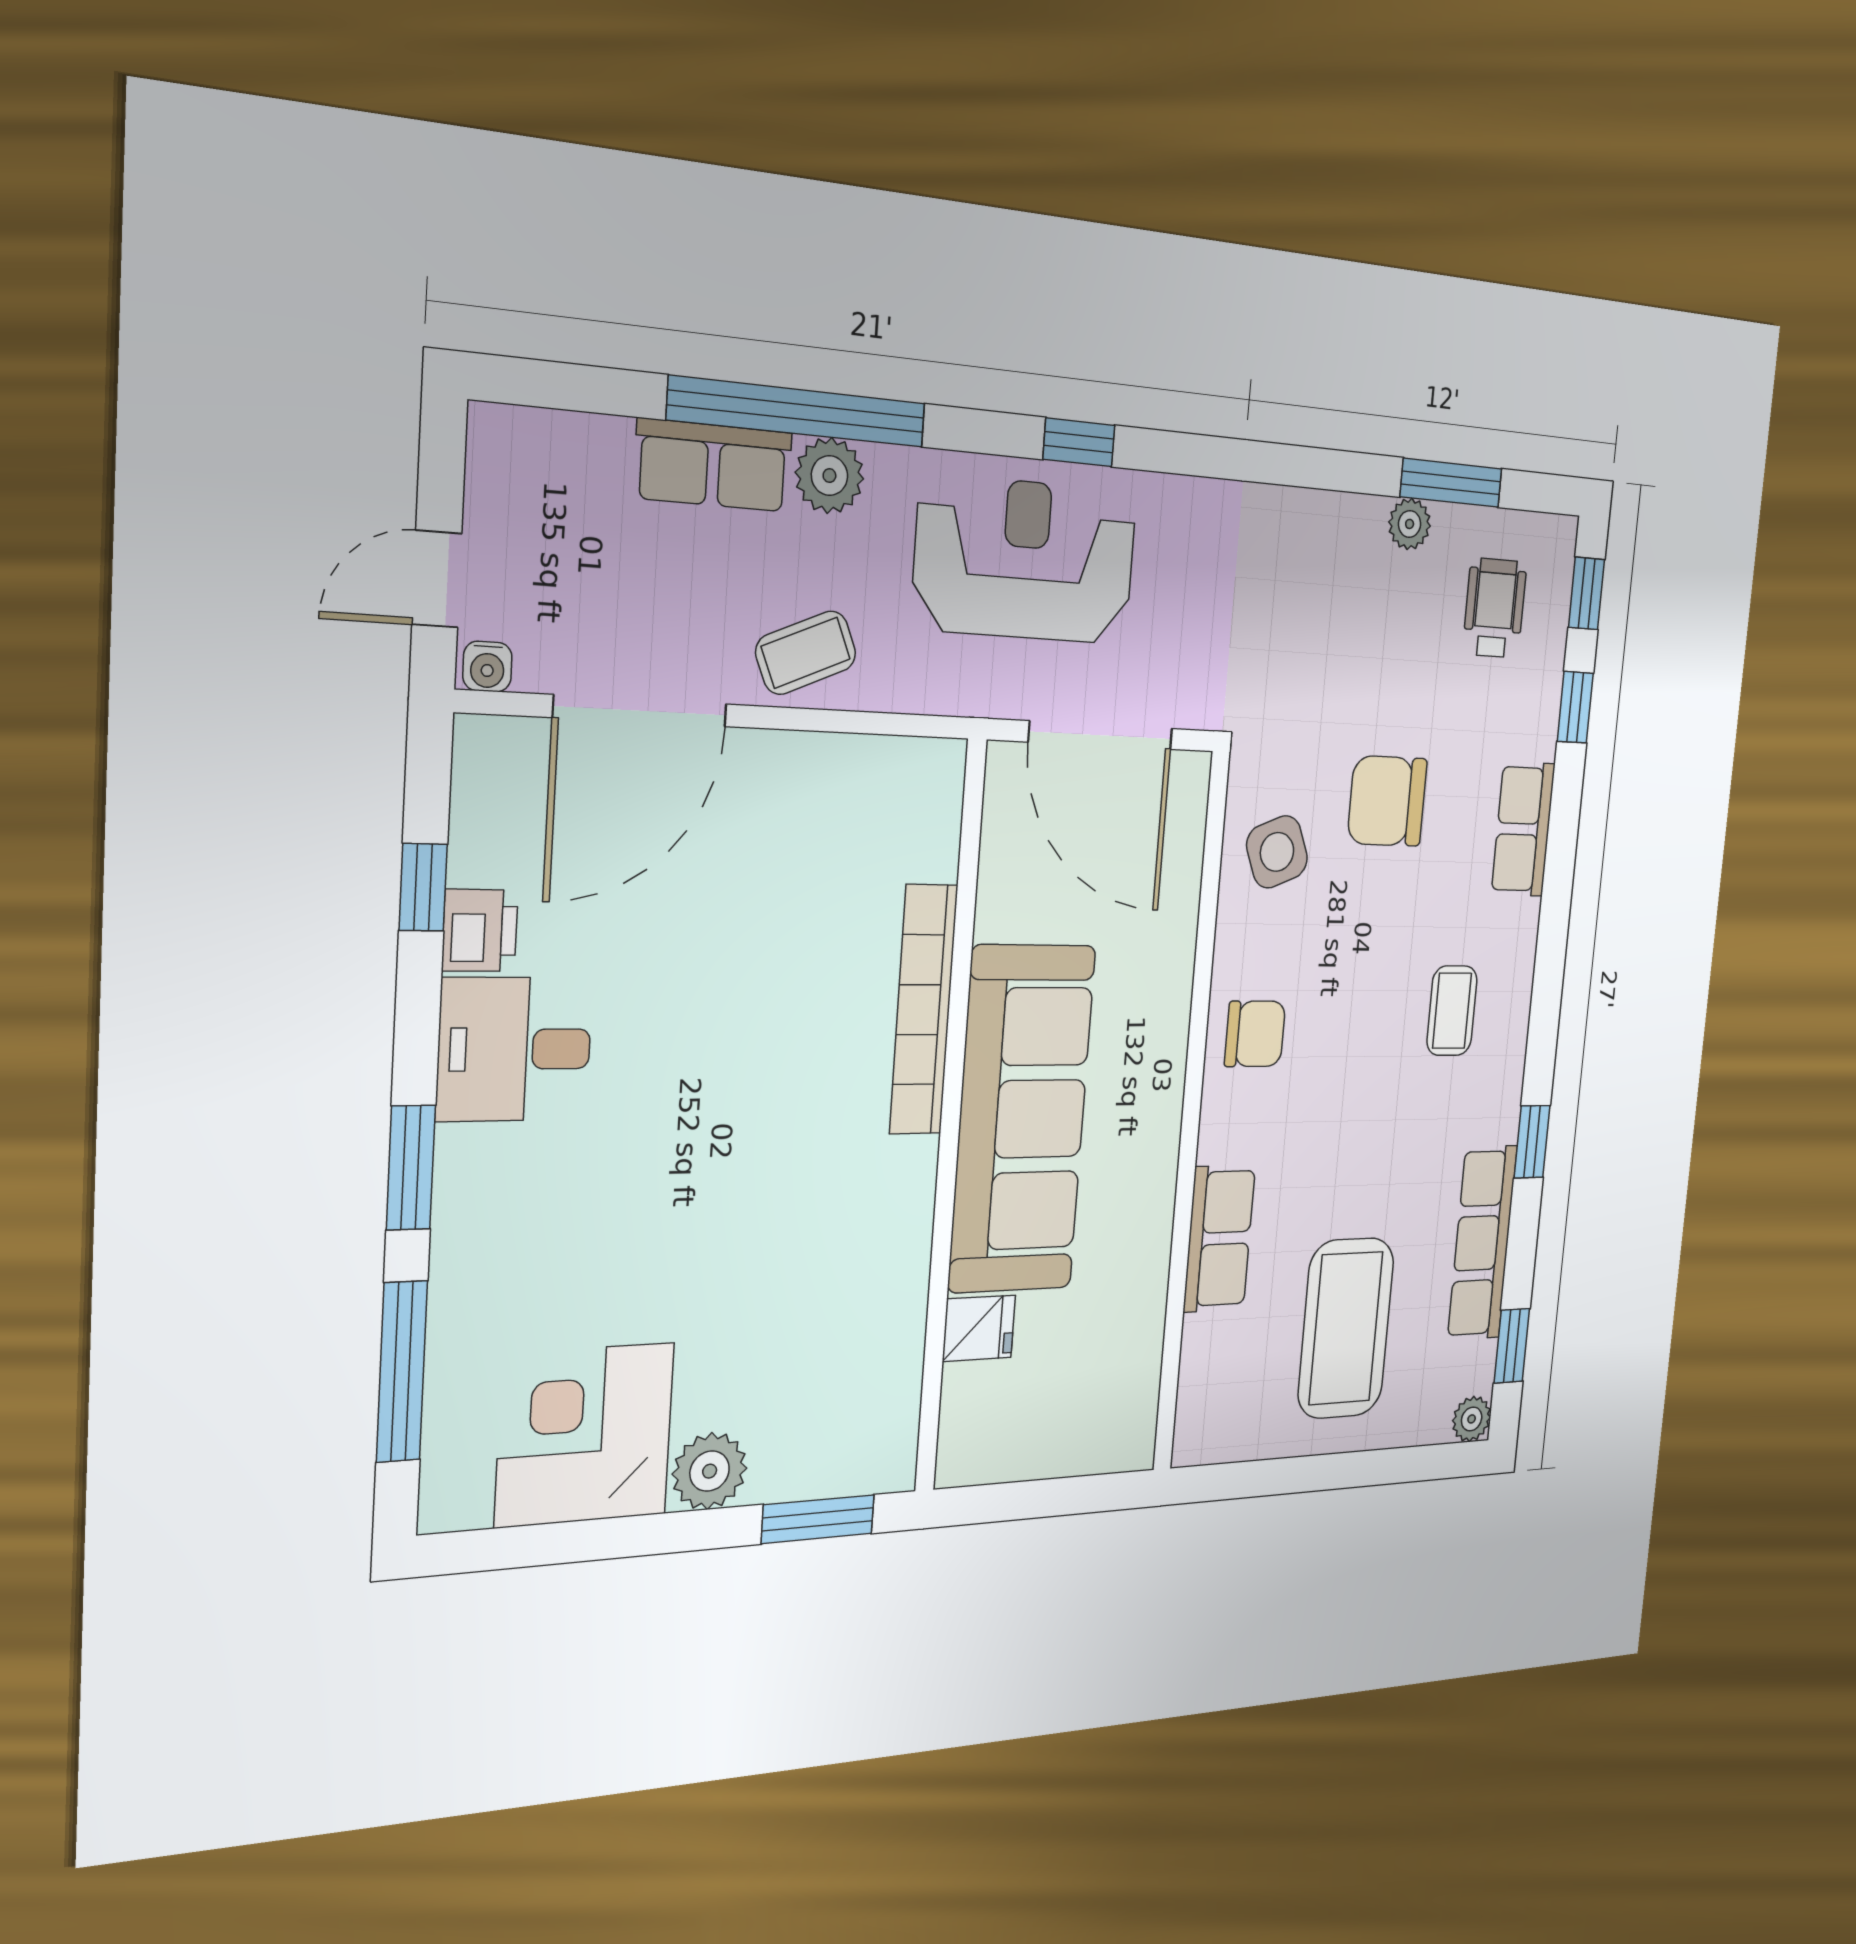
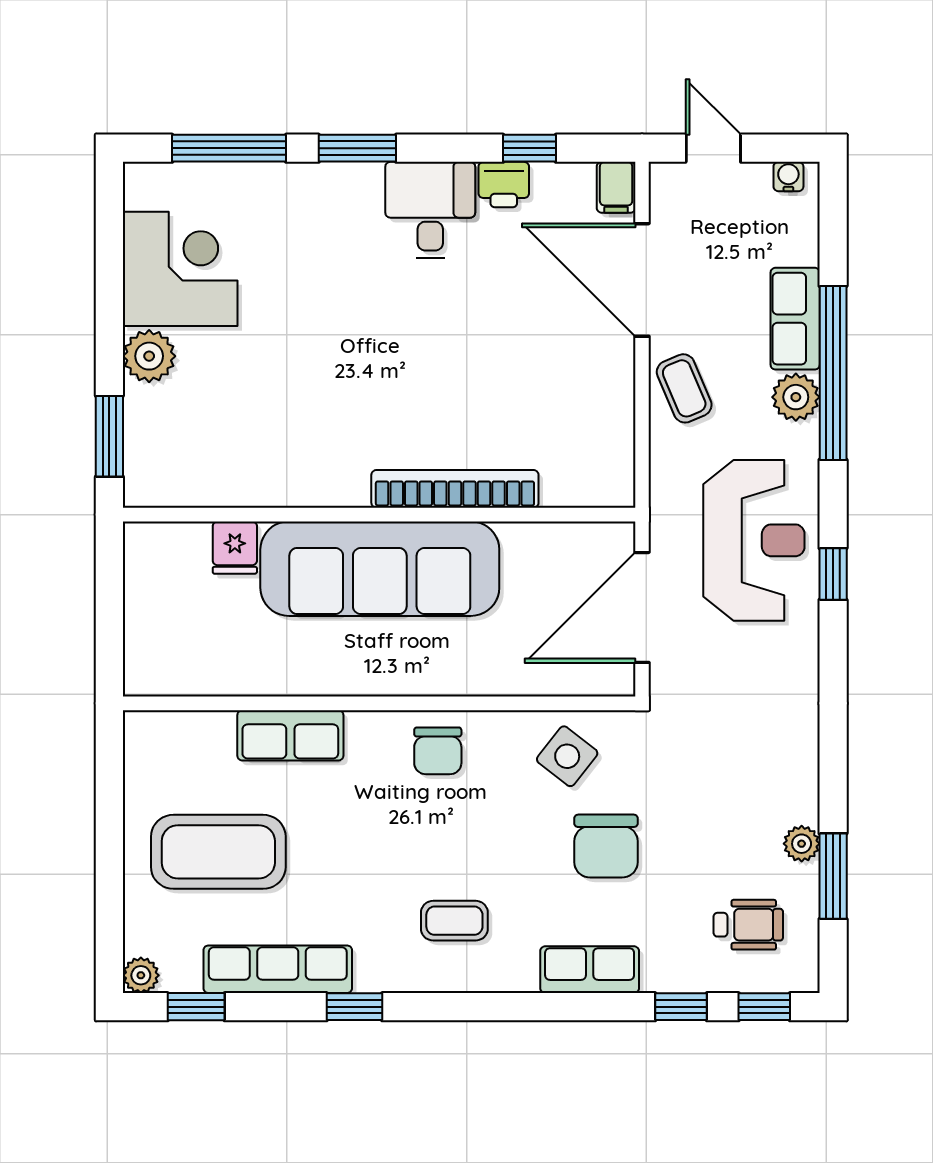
water cooler: (487, 667) -> (788, 177), moved, turned 90
filing cabinet: (493, 746) -> (616, 187), added
chair: (1387, 801) -> (606, 846), turned 180
side table: (1277, 852) -> (567, 756), turned -30

